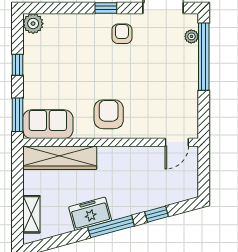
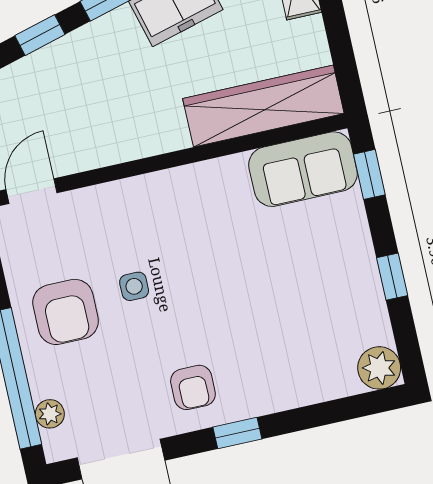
side table: (139, 87) -> (134, 286), added
armchair: (109, 114) -> (66, 312), moved
window: (17, 115) -> (369, 174), width x0.67

